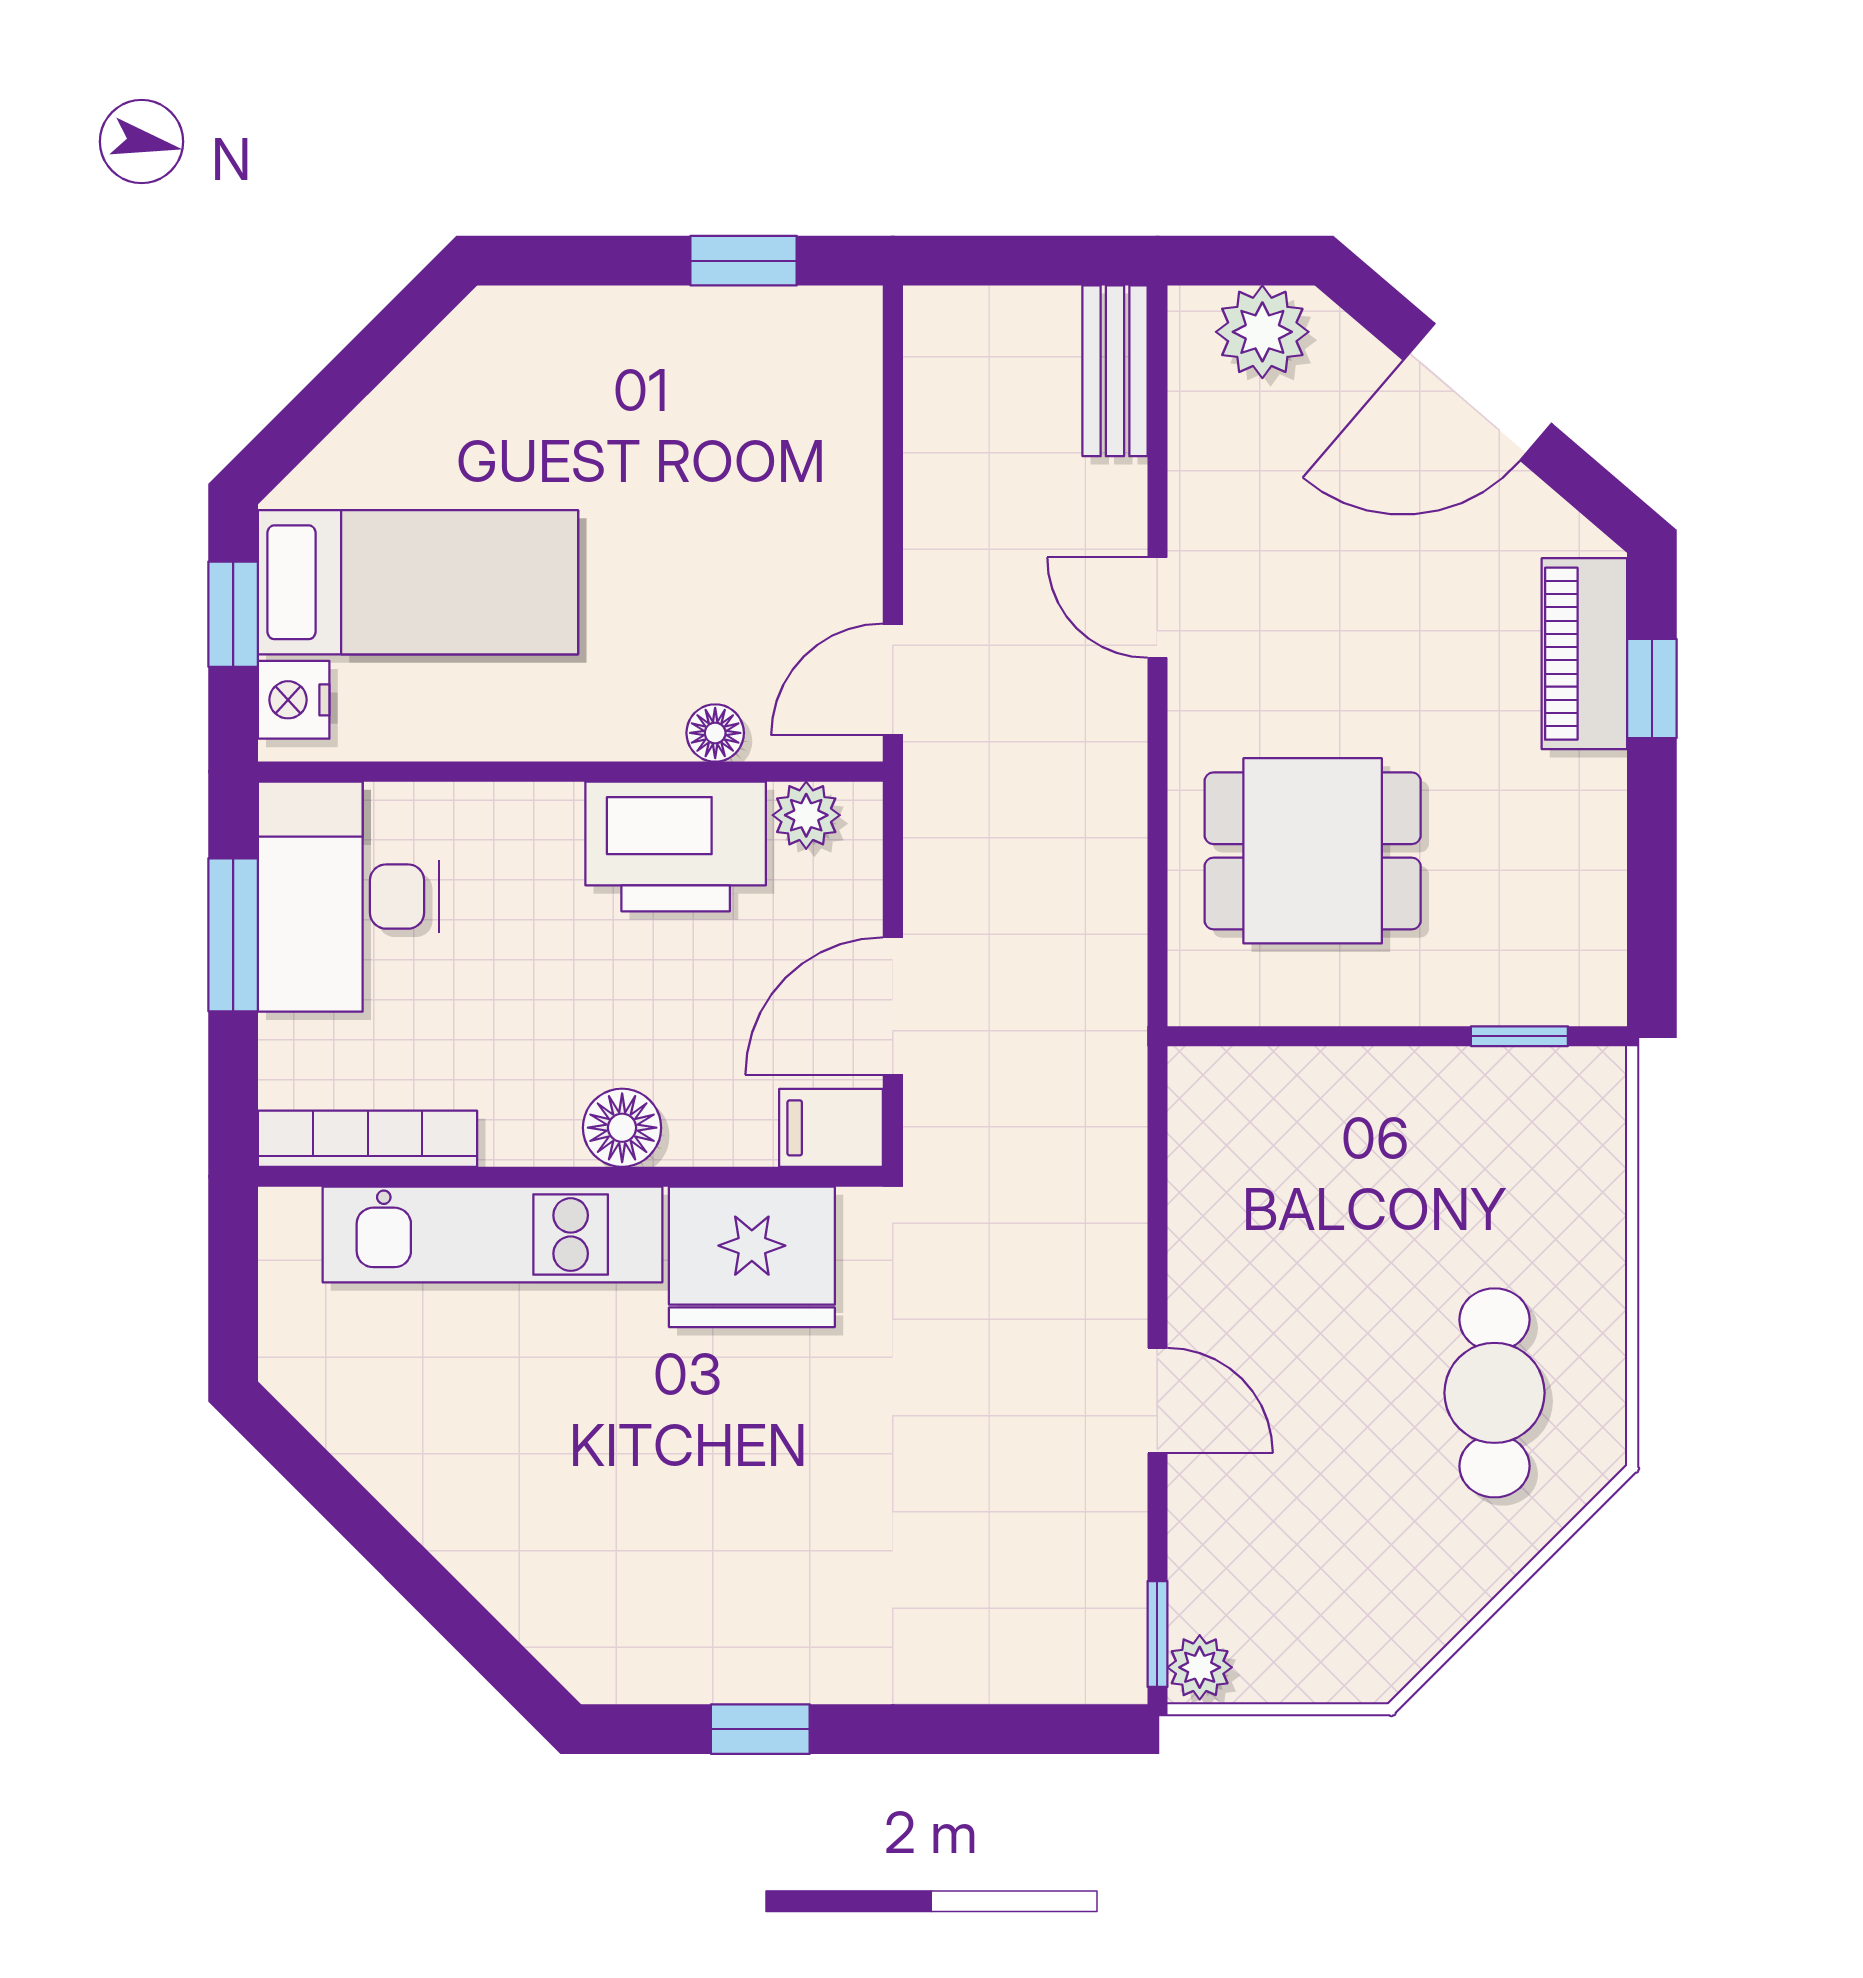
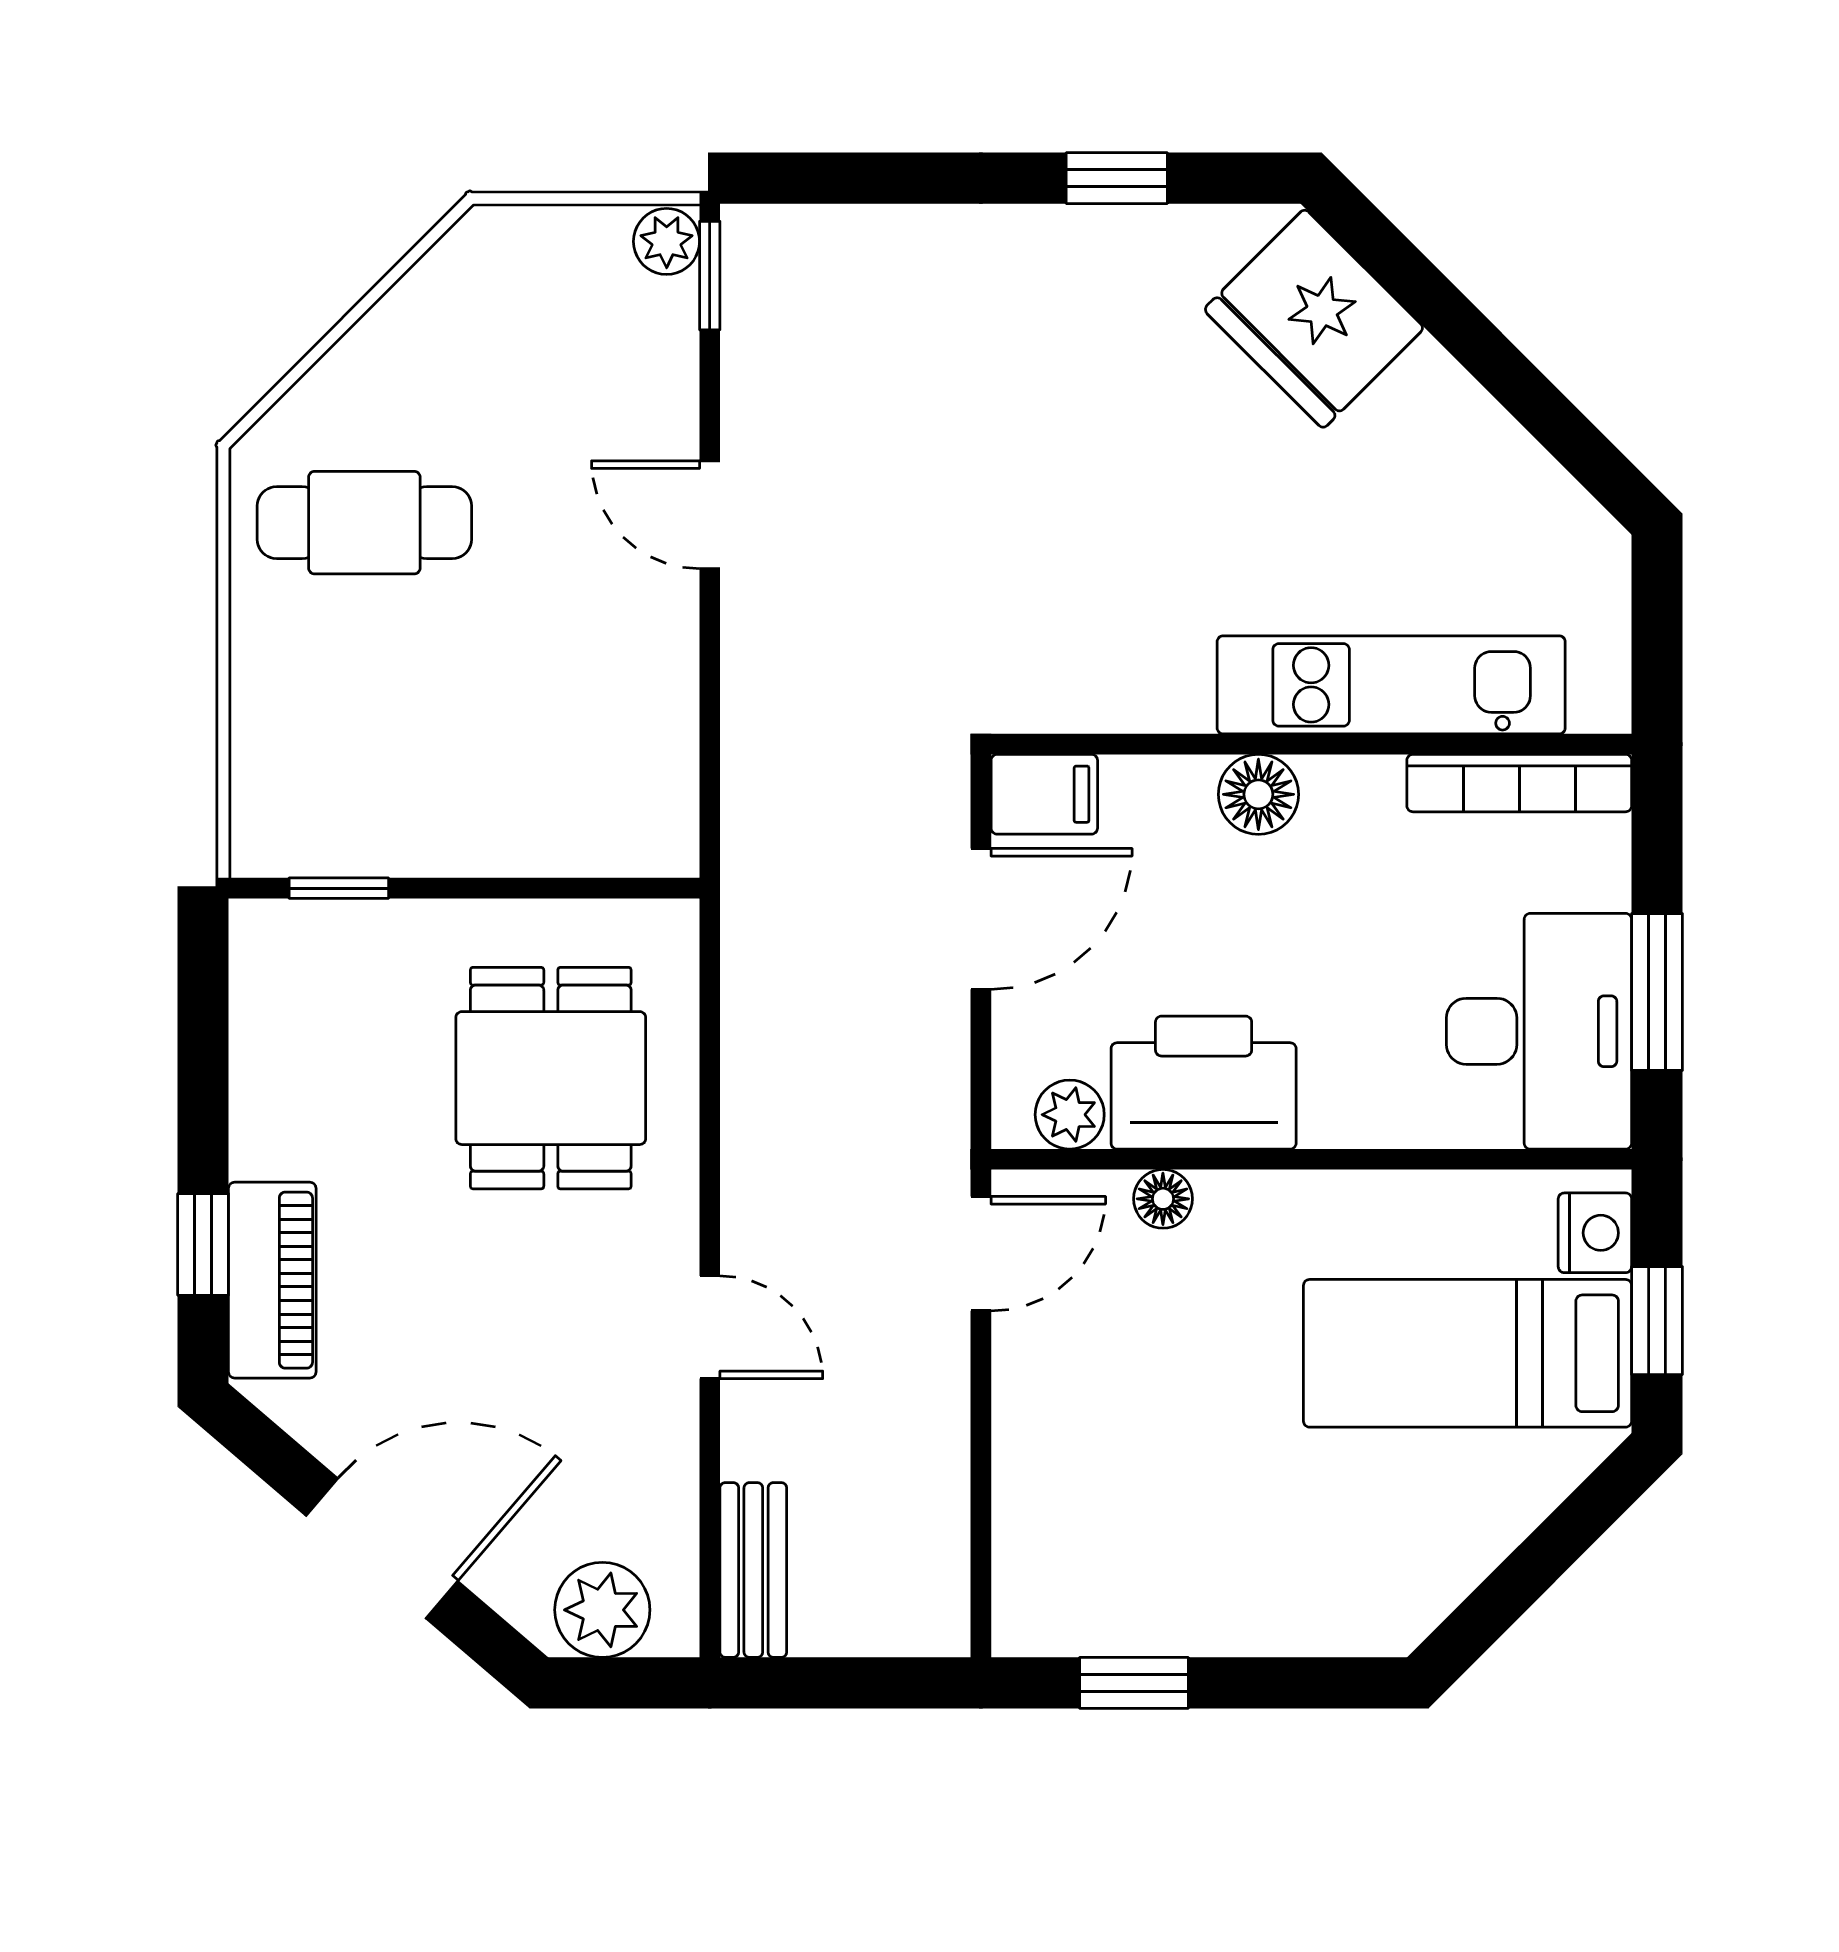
dining table: (1313, 851) -> (551, 1078), turned 90
fridge: (752, 1257) -> (1314, 319), moved, turned -135
cafe table: (1494, 1393) -> (364, 523), turned 90

